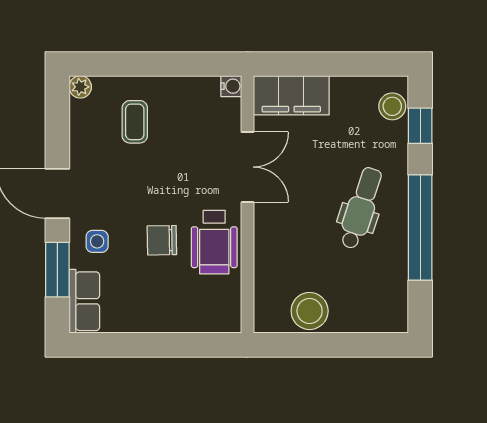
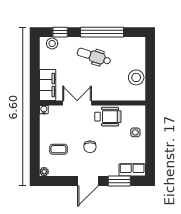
chair: (162, 240) -> (90, 147), moved
side table: (97, 241) -> (135, 132), moved

